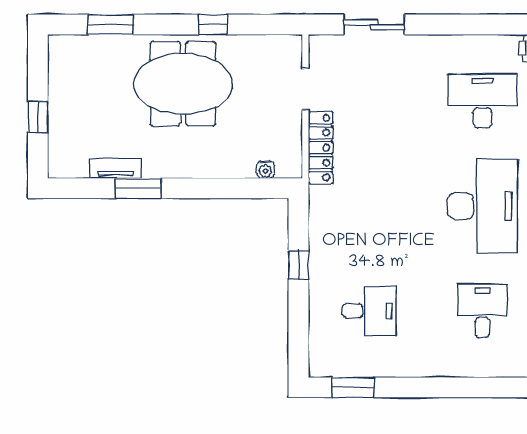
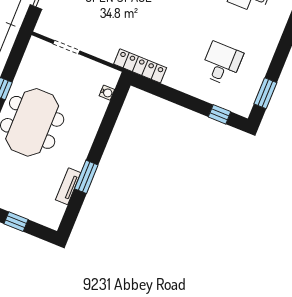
locker: (321, 148) -> (140, 66), moved
window: (298, 265) -> (220, 114), moved

